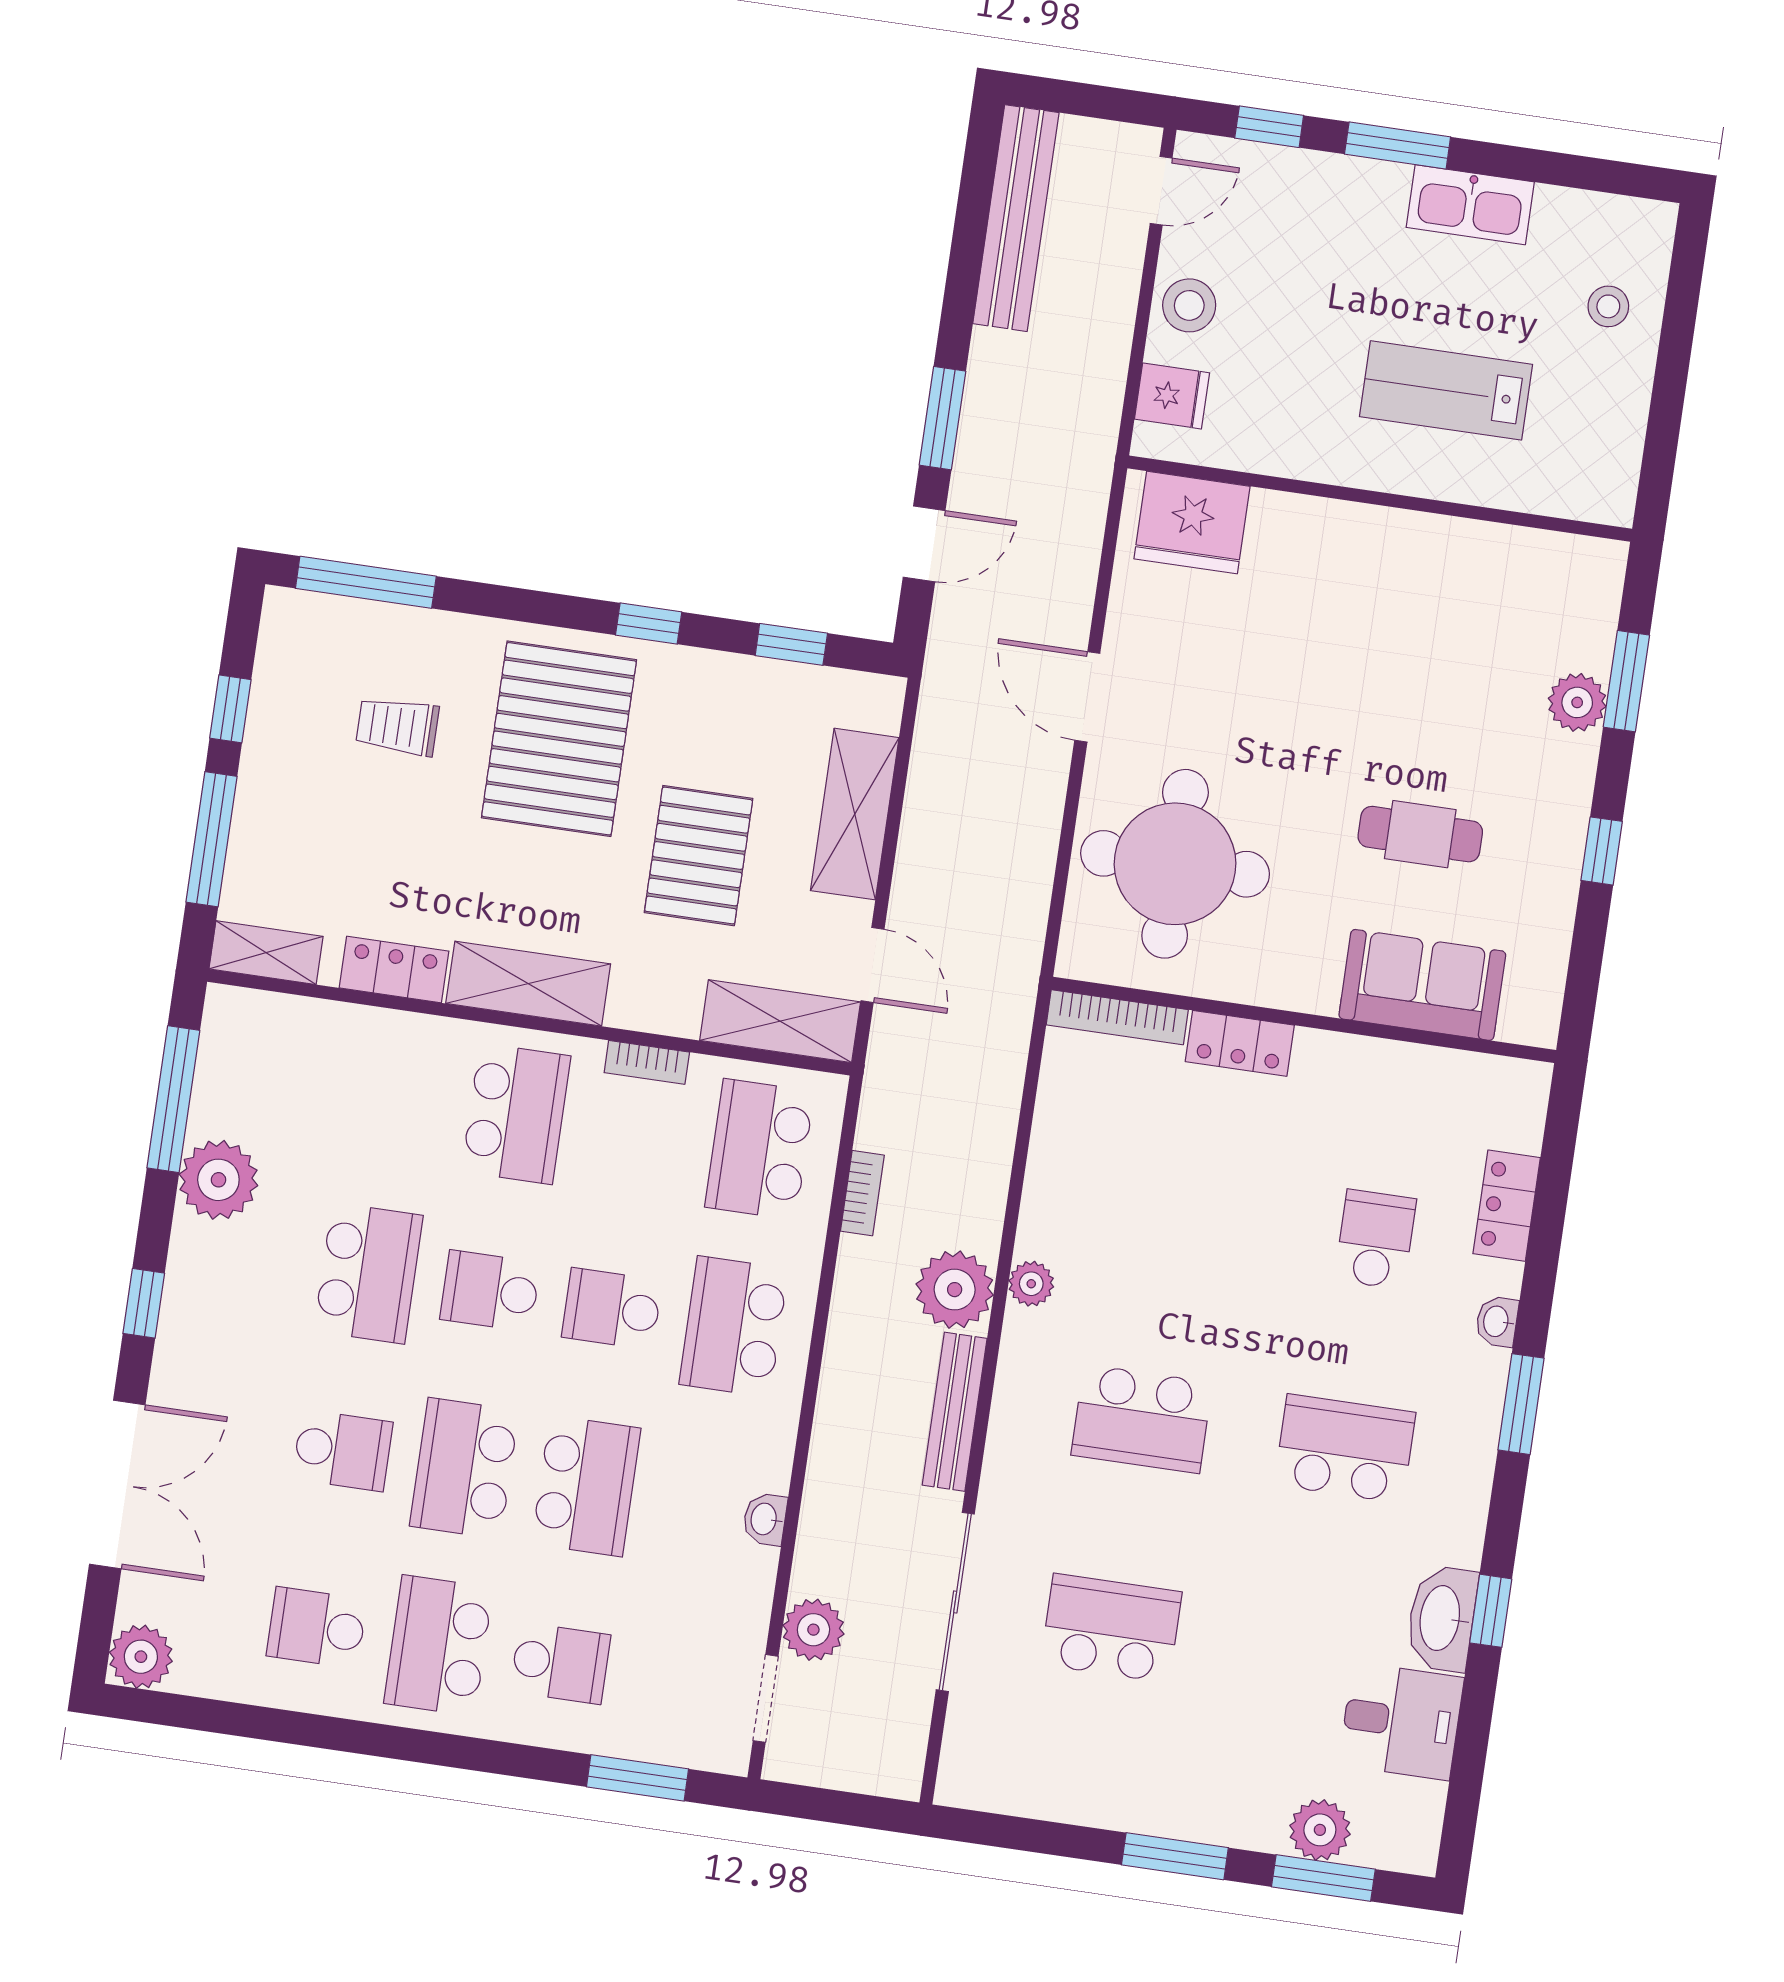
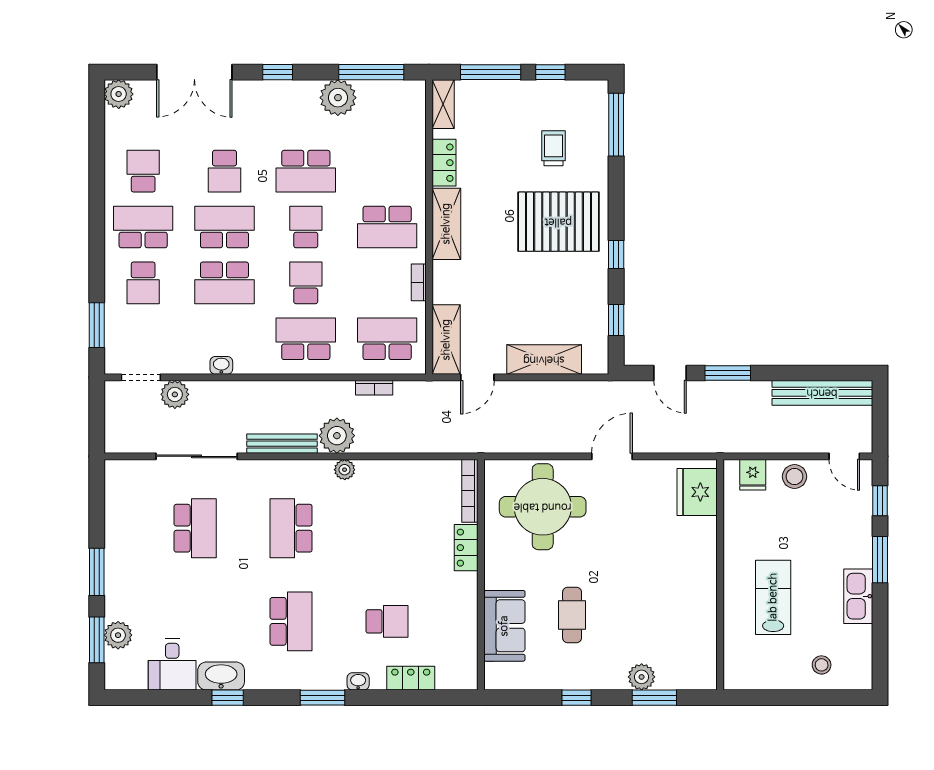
pallet: (699, 856) -> (515, 292), removed

